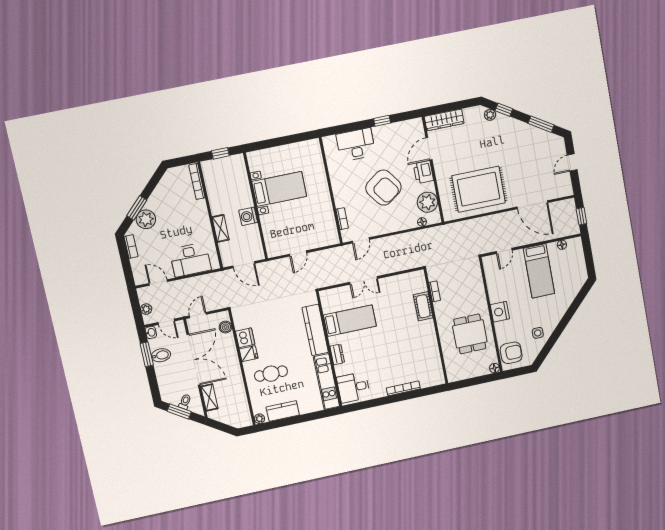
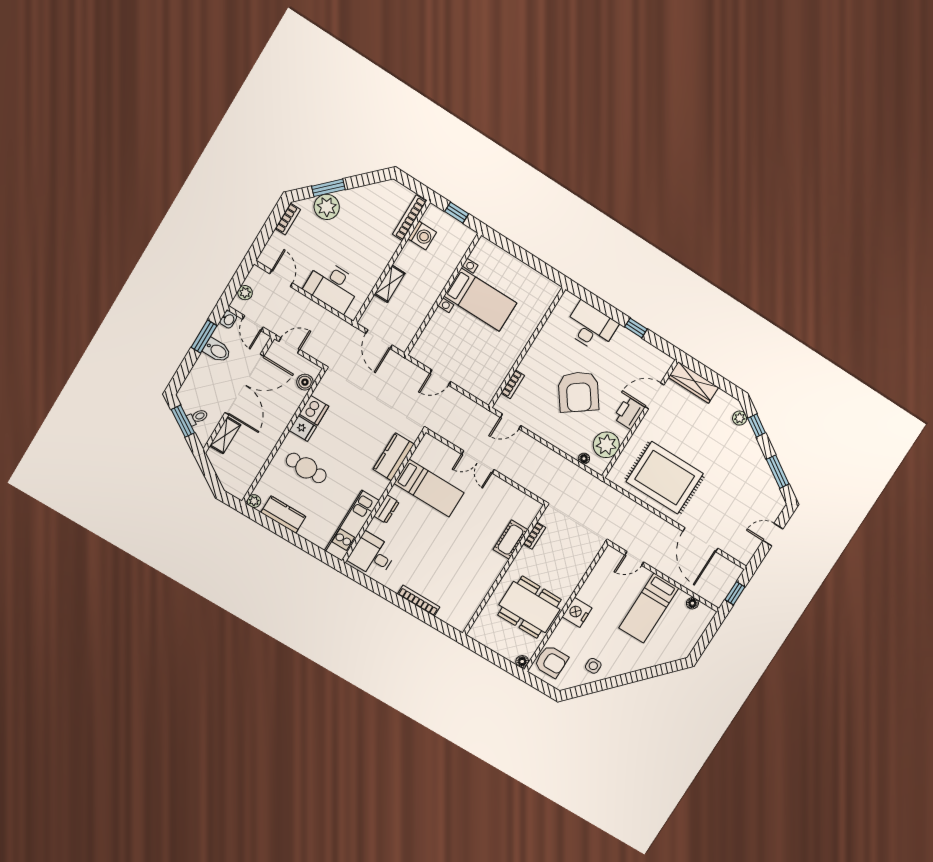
washing machine: (248, 216) -> (422, 235), moved, turned 180
kitchen counter: (315, 330) -> (393, 457), width x0.67
dining table: (470, 334) -> (529, 607), width x1.38

